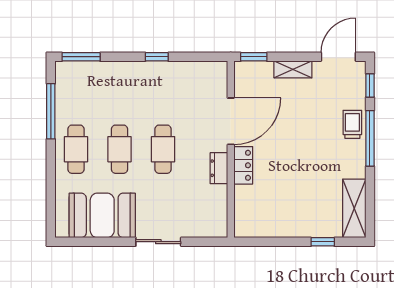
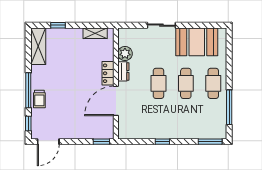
shelving: (293, 69) -> (95, 33), moved
plant: (216, 197) -> (125, 54), added

